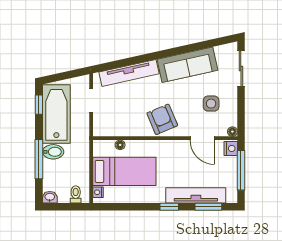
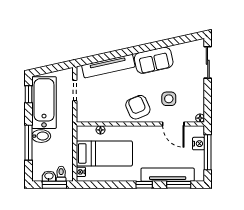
sofa: (187, 65) -> (154, 60), width x0.73
side table: (211, 104) -> (169, 99), moved
nightstand: (231, 148) -> (199, 144), moved
washbasin: (50, 197) -> (49, 176), moved
window: (68, 207) -> (54, 185), added

